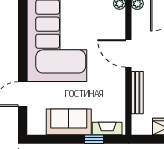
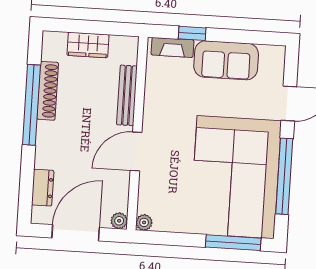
window: (23, 42) -> (284, 176), added
door: (128, 53) -> (136, 151), swing flipped

